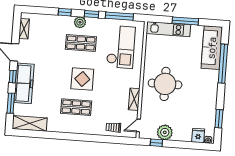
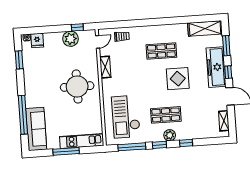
display table: (82, 79) -> (178, 79), moved

